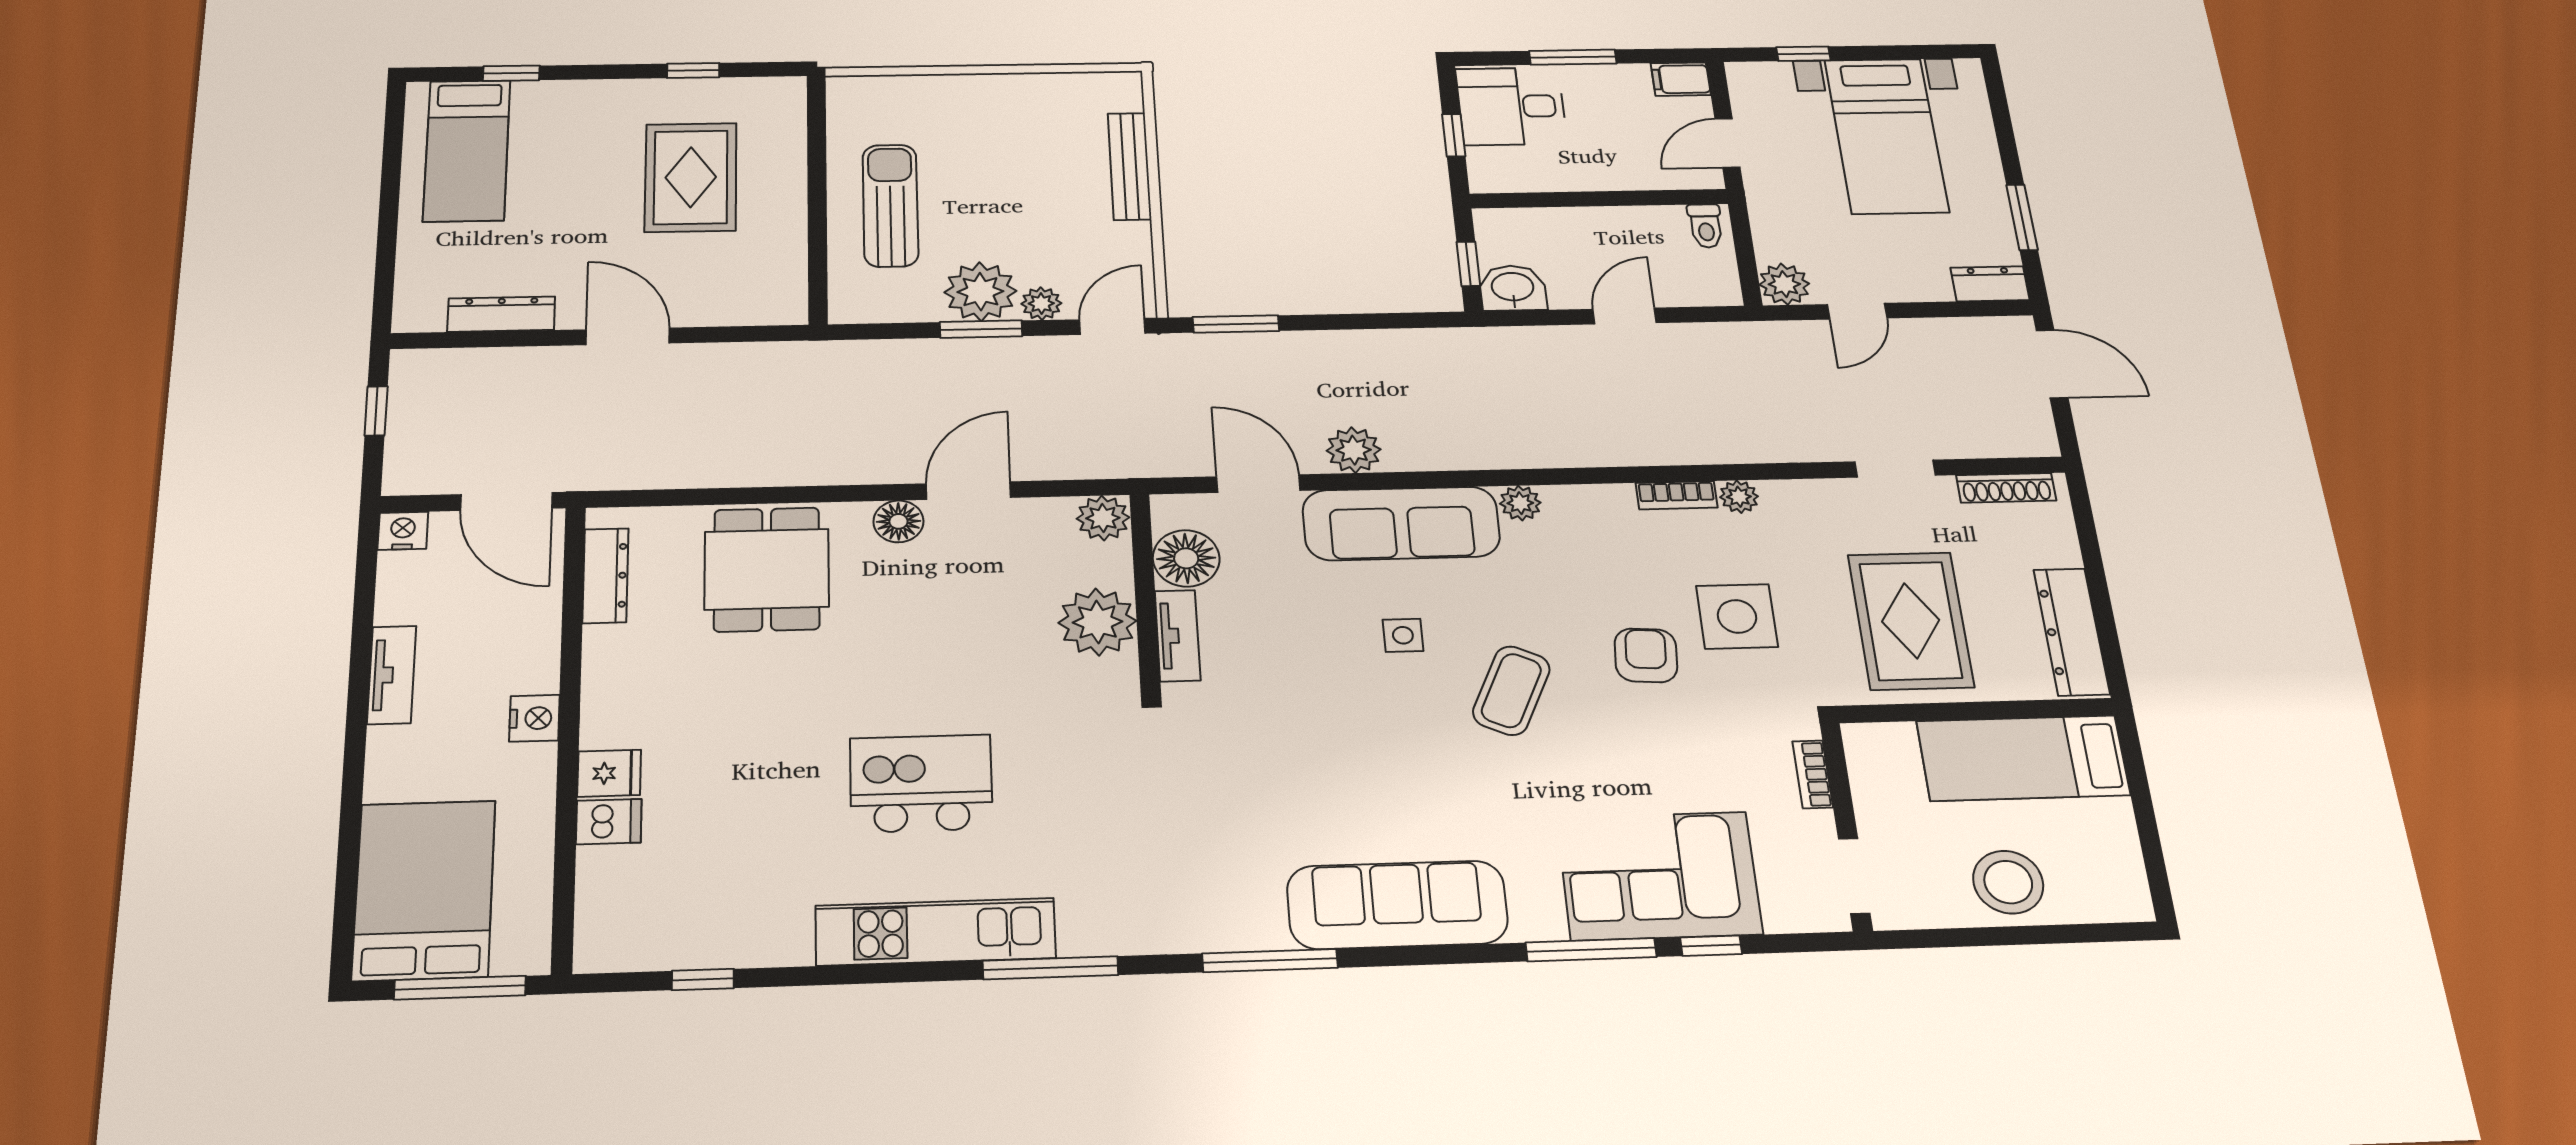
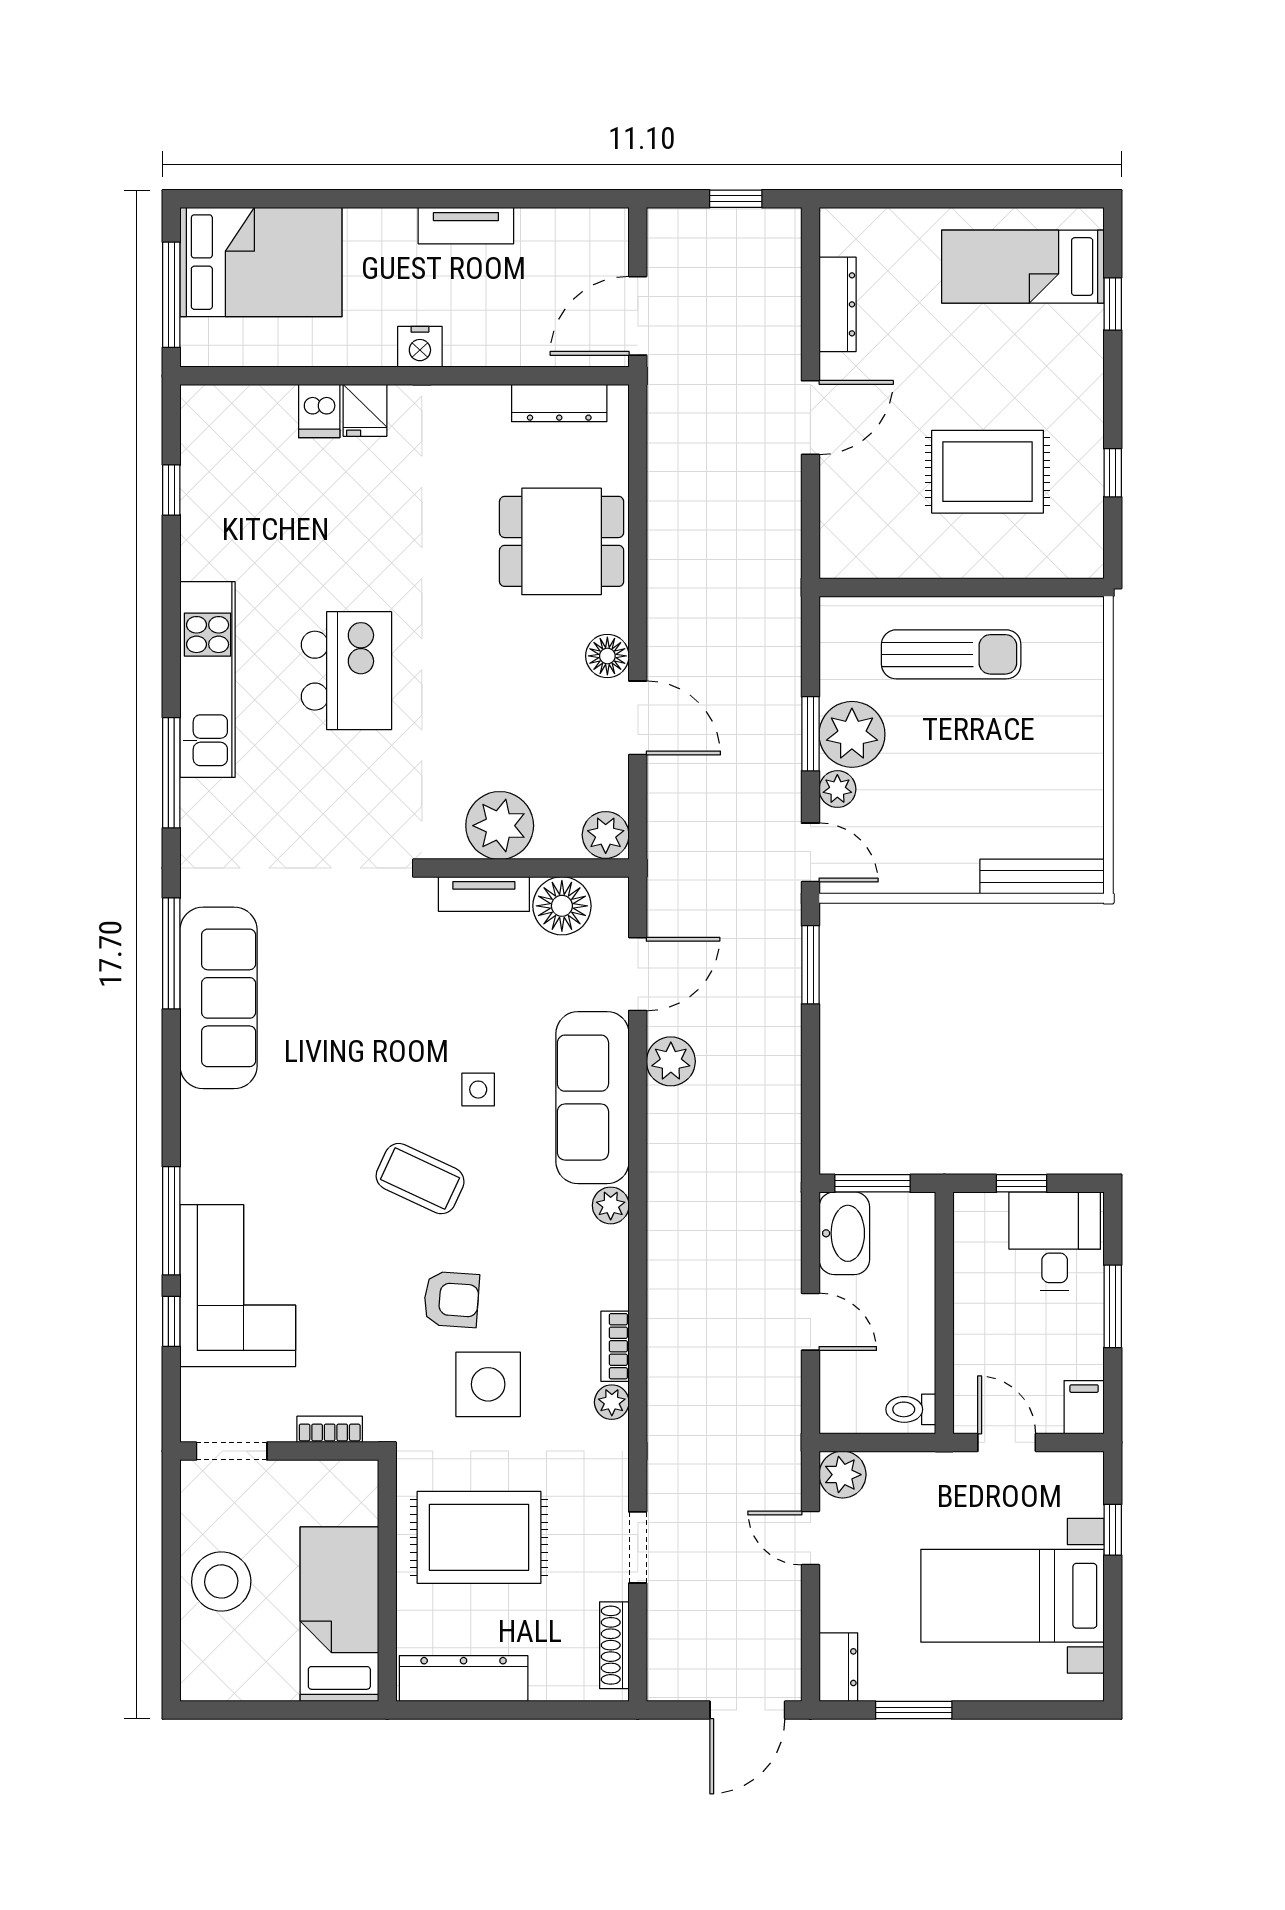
bench: (1129, 166) -> (1042, 877), moved
window: (1468, 264) -> (872, 1183), width x1.50
washbasin: (1513, 288) -> (844, 1233), width x1.38
nightstand: (403, 531) -> (610, 228), removed
sofa: (1397, 905) -> (219, 998), moved

